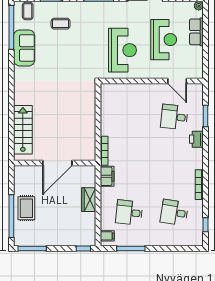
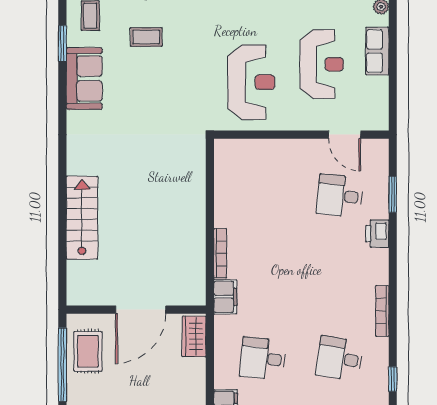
window: (11, 27) -> (62, 43), width x0.47
wall: (55, 163) -> (136, 310), moved
door: (57, 163) -> (141, 310), moved

